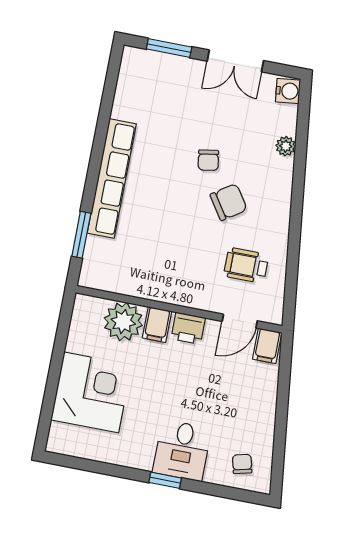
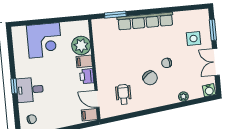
side table: (175, 92) -> (194, 39), added

